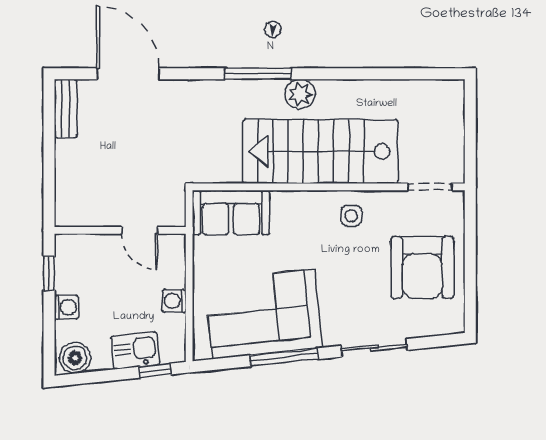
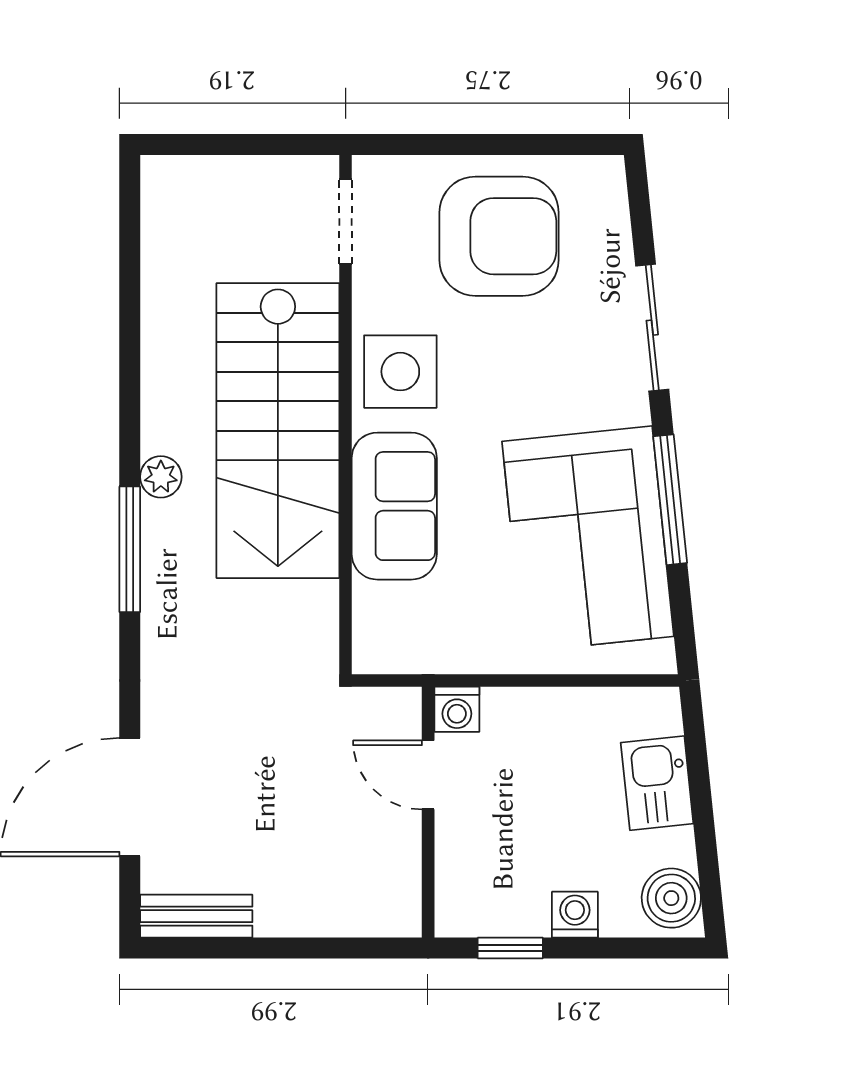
plant: (300, 94) -> (161, 477), width x0.73, depth x0.73
sofa: (231, 213) -> (394, 506), moved
side table: (351, 216) -> (400, 372), width x1.87, depth x1.87
door: (140, 230) -> (428, 775), swing flipped
washing machine: (174, 301) -> (457, 709), moved
window: (155, 371) -> (696, 746), removed

